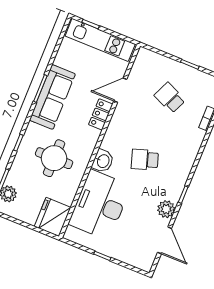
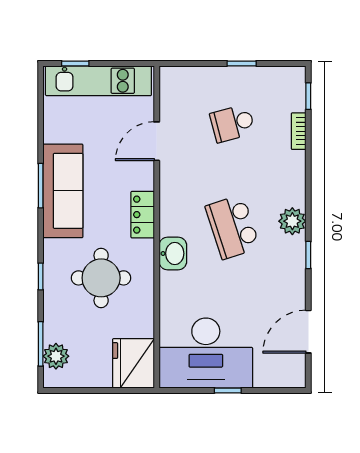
school desk: (170, 98) -> (233, 123), turned -39
locker: (101, 114) -> (143, 215), moved
school desk: (145, 160) -> (233, 227), width x1.85
desk: (100, 205) -> (206, 353), moved, turned -90
plant: (166, 209) -> (292, 221), moved
door: (165, 240) -> (308, 332), swing flipped

